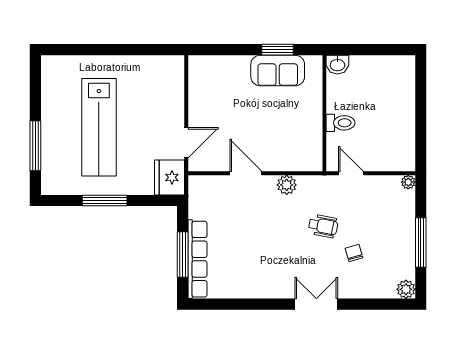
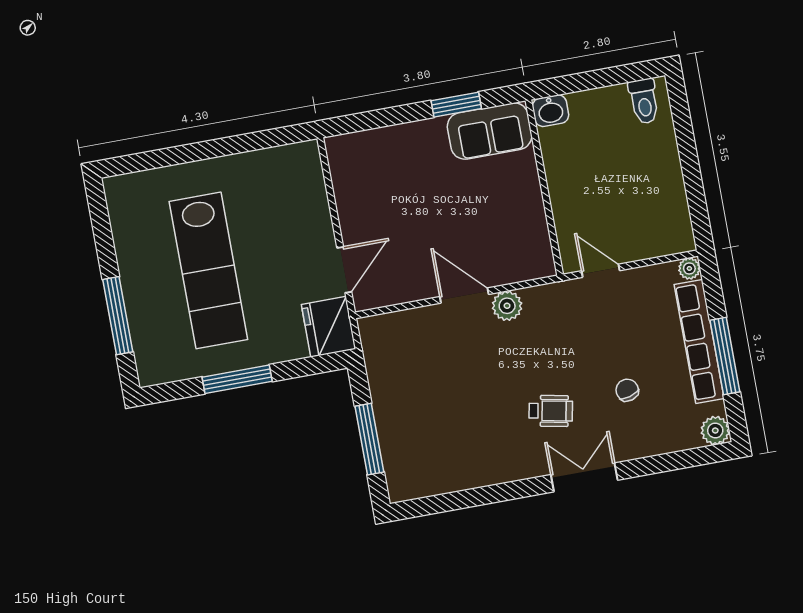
sofa: (278, 71) -> (490, 131), moved
toilet: (341, 123) -> (644, 101), moved, turned 90
door: (246, 173) -> (464, 295), moved
wheelchair: (323, 226) -> (551, 411), moved
row of seats: (197, 259) -> (699, 342), moved, turned 180

